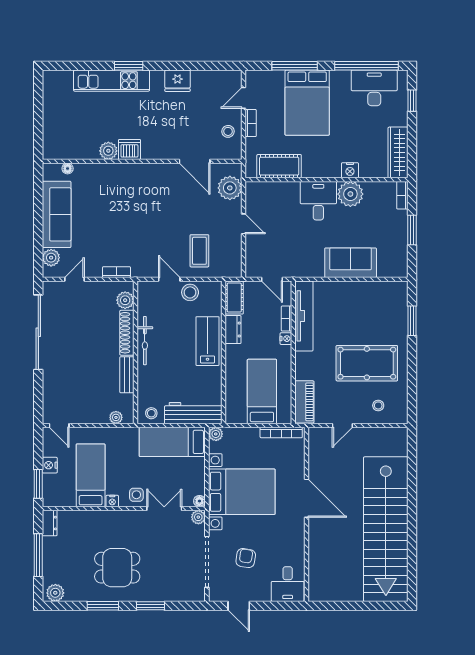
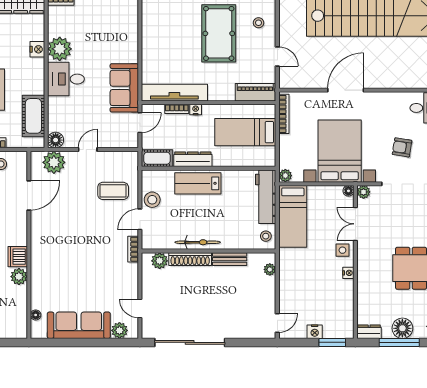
floor lamp: (254, 190) -> (56, 140), added
sofa: (351, 263) -> (124, 88), moved
bookcase: (116, 272) -> (133, 249), moved
dresser: (233, 330) -> (193, 159), width x1.44
bed: (91, 475) -> (324, 293), removed
floor lamp: (53, 558) -> (402, 328), added

